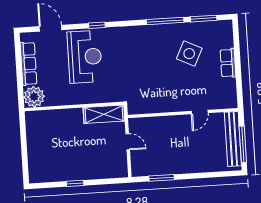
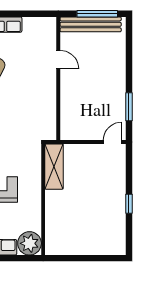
door: (128, 142) -> (113, 142), moved

